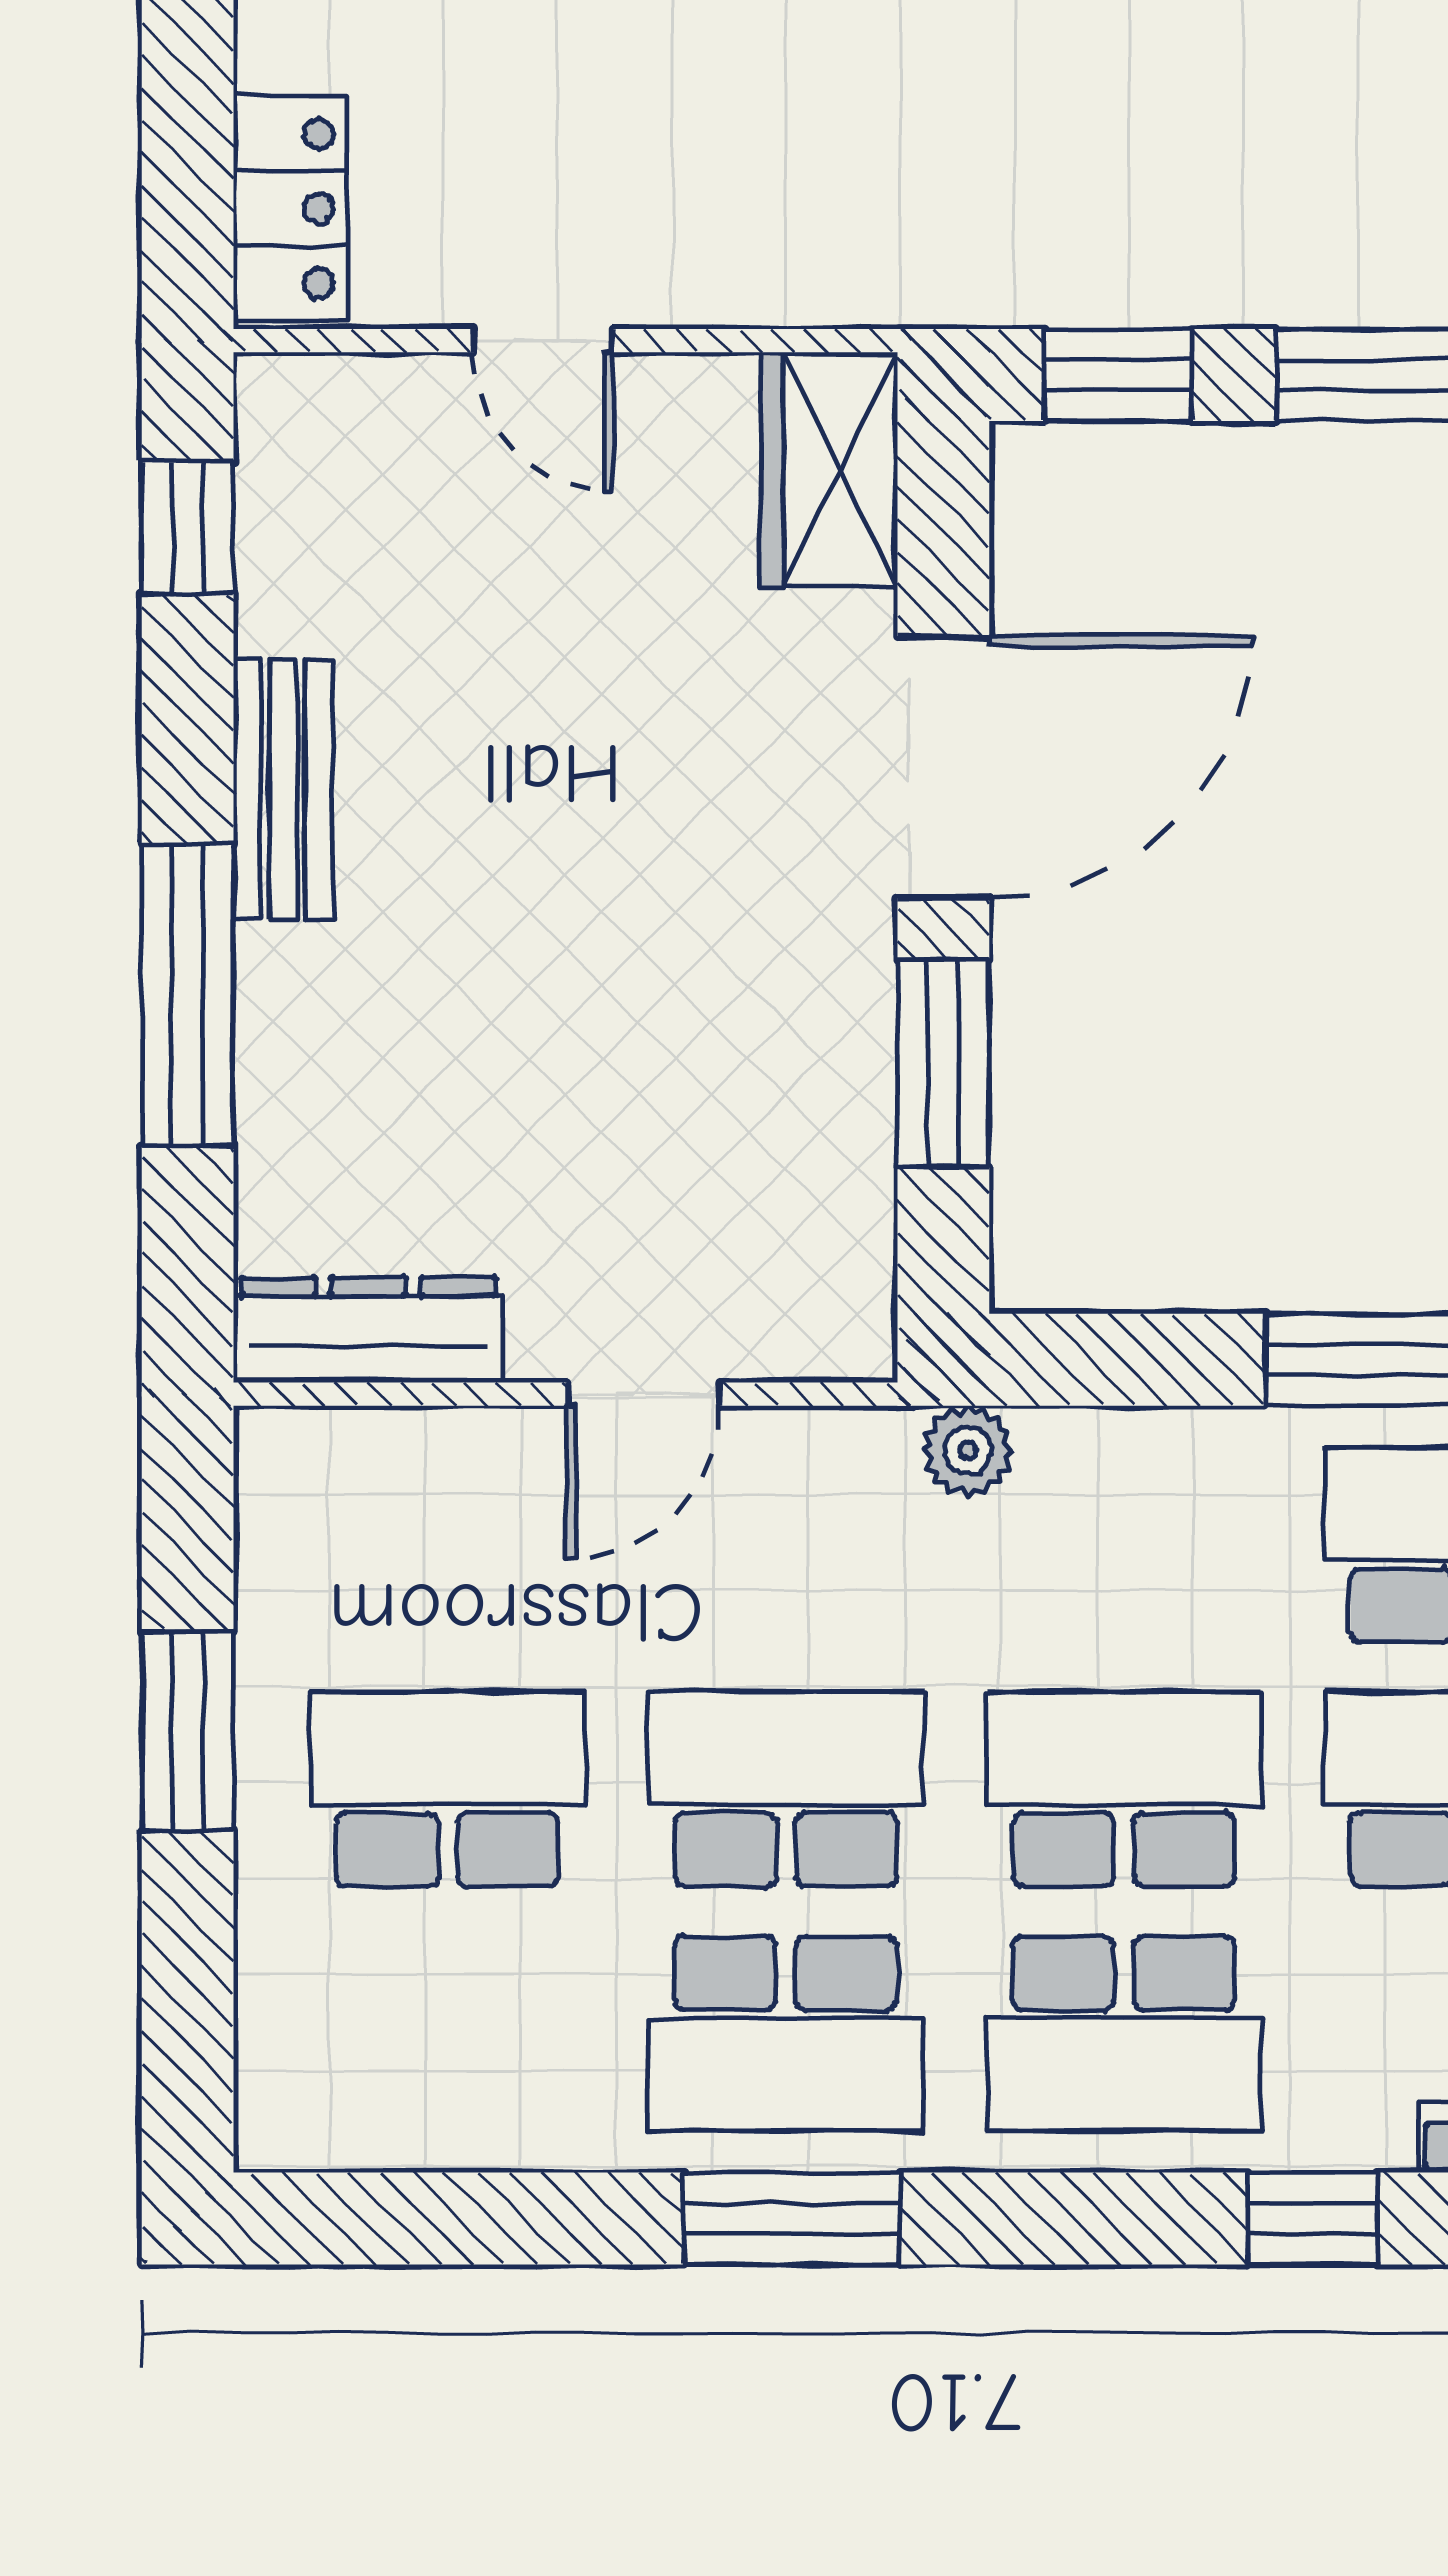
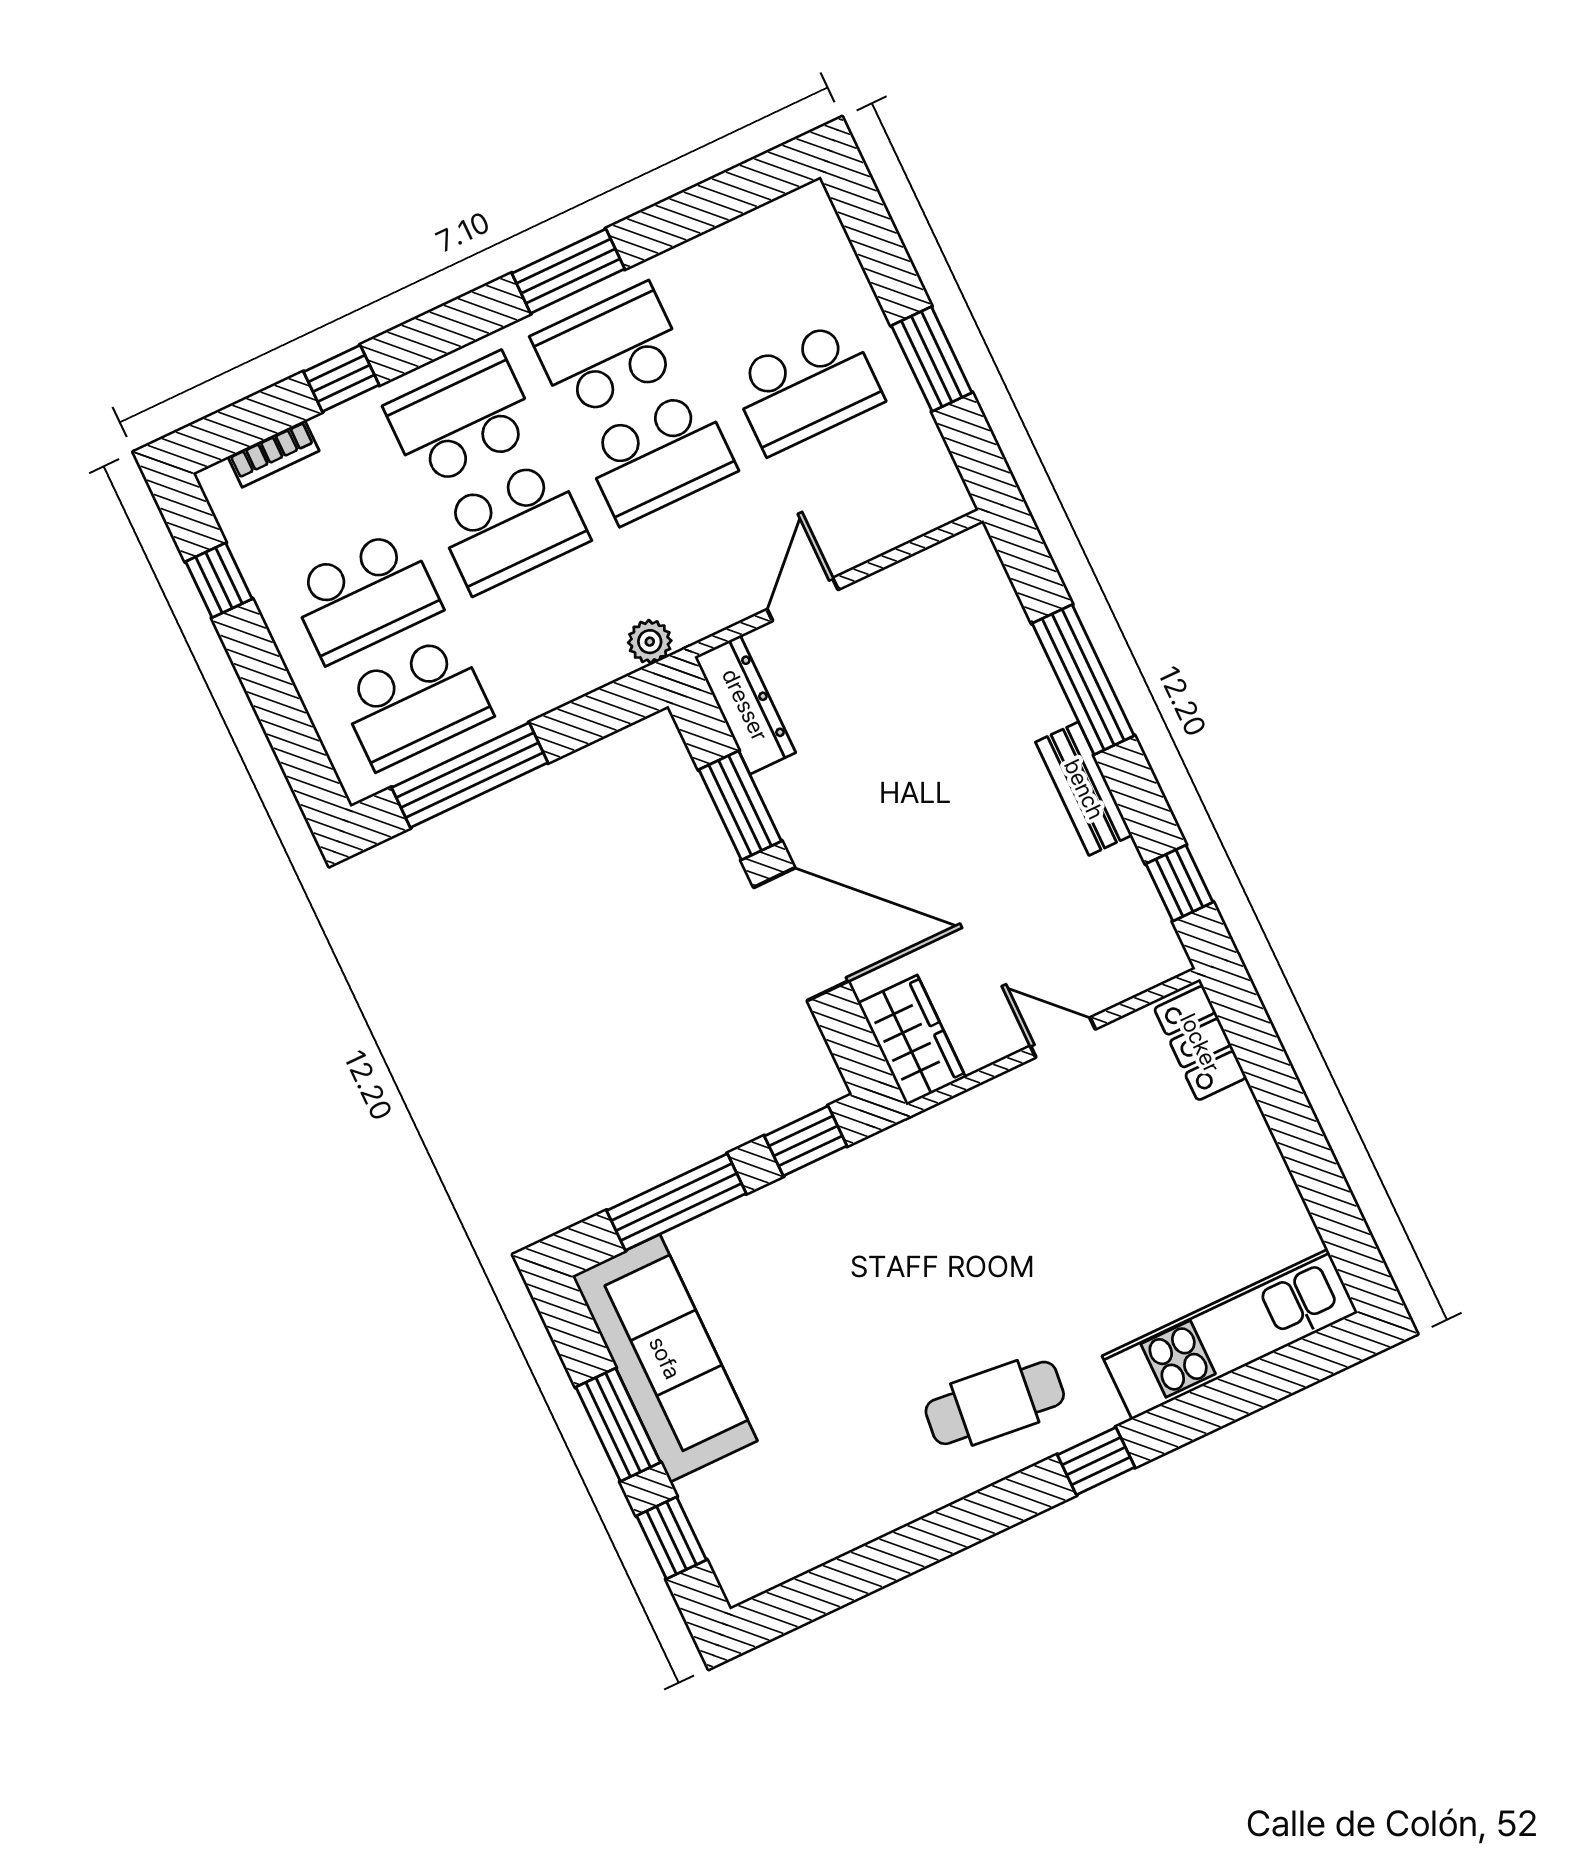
door: (943, 767) -> (801, 934), swing flipped
dresser: (368, 1330) -> (745, 705), moved, turned -90

